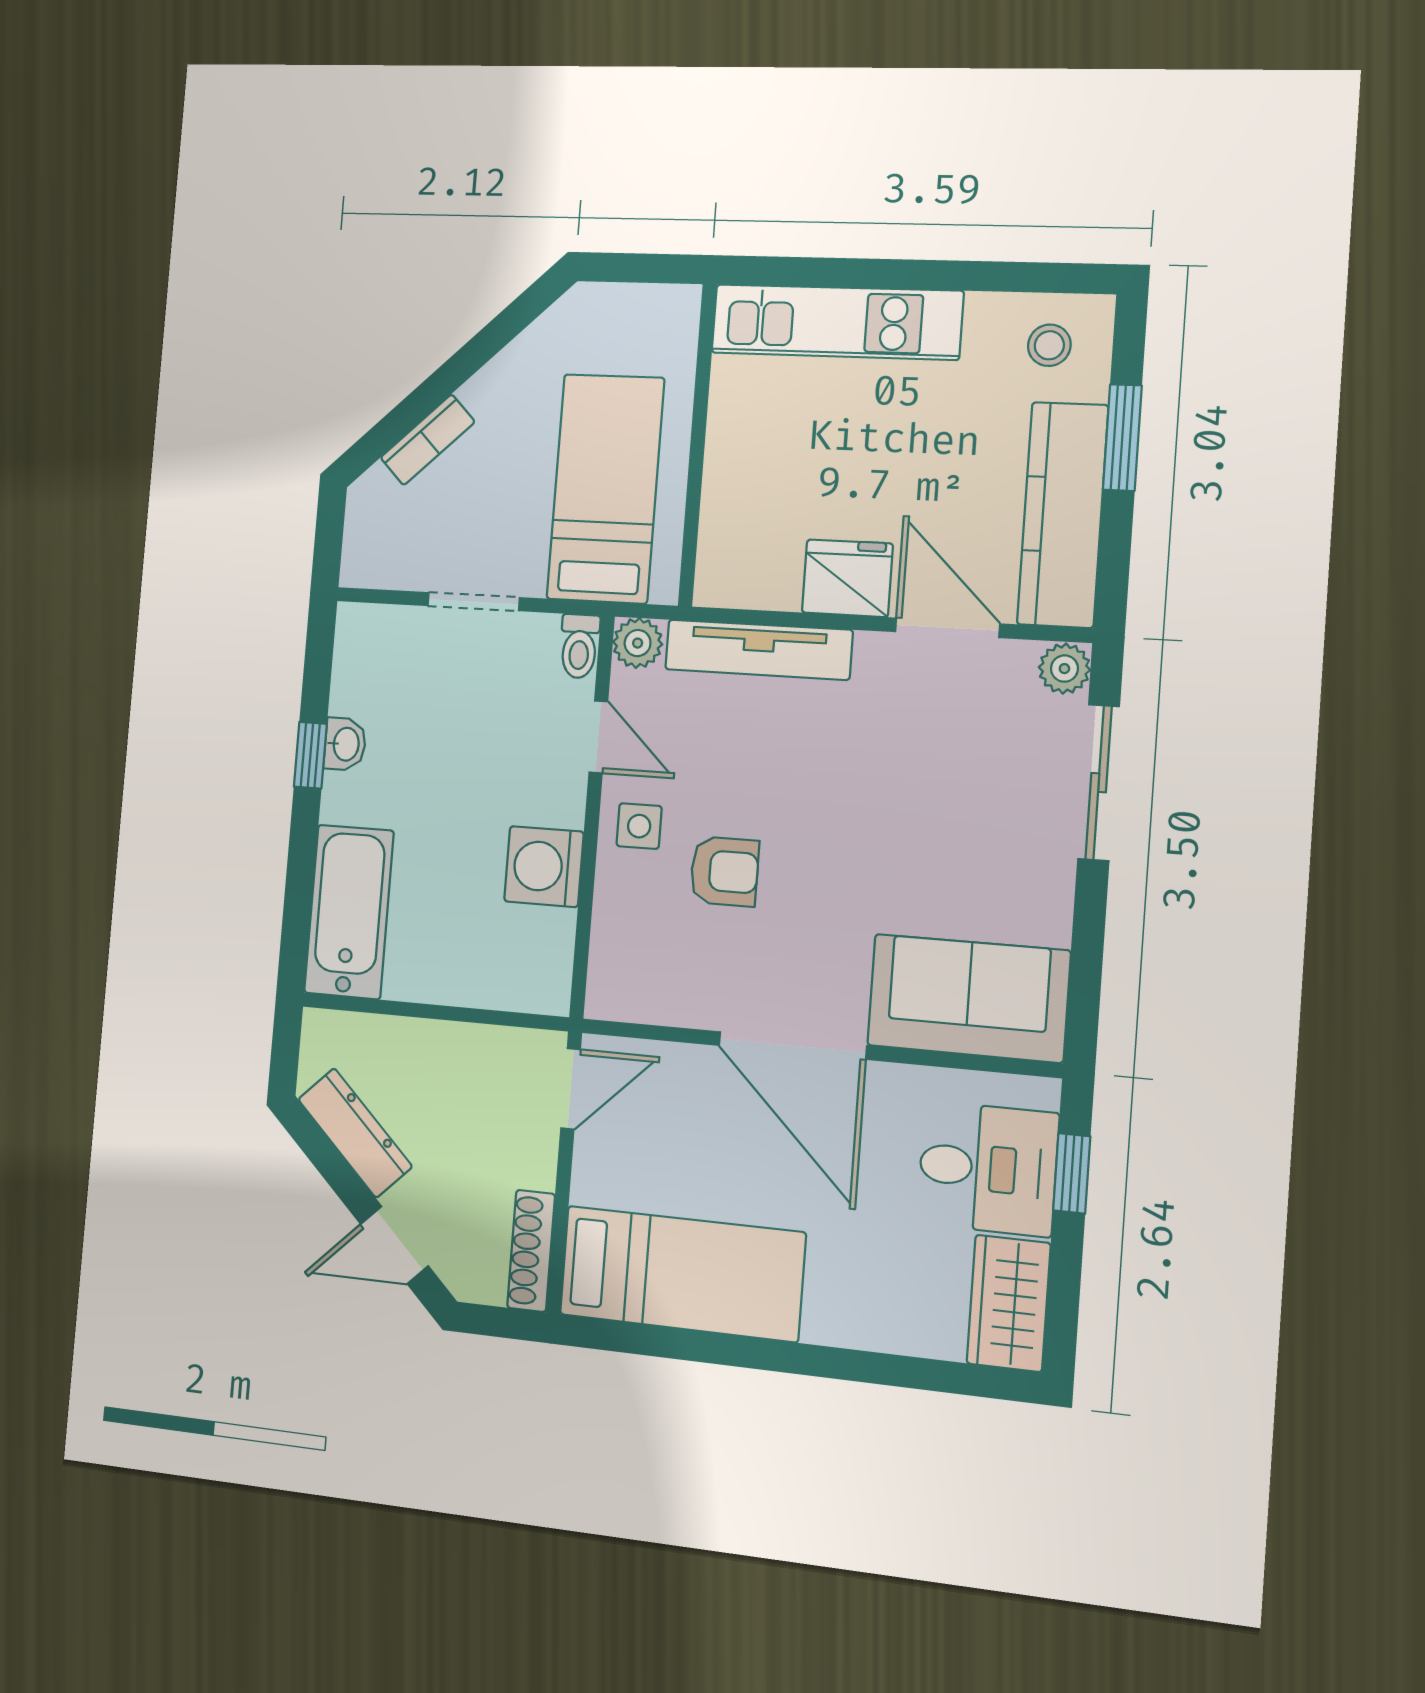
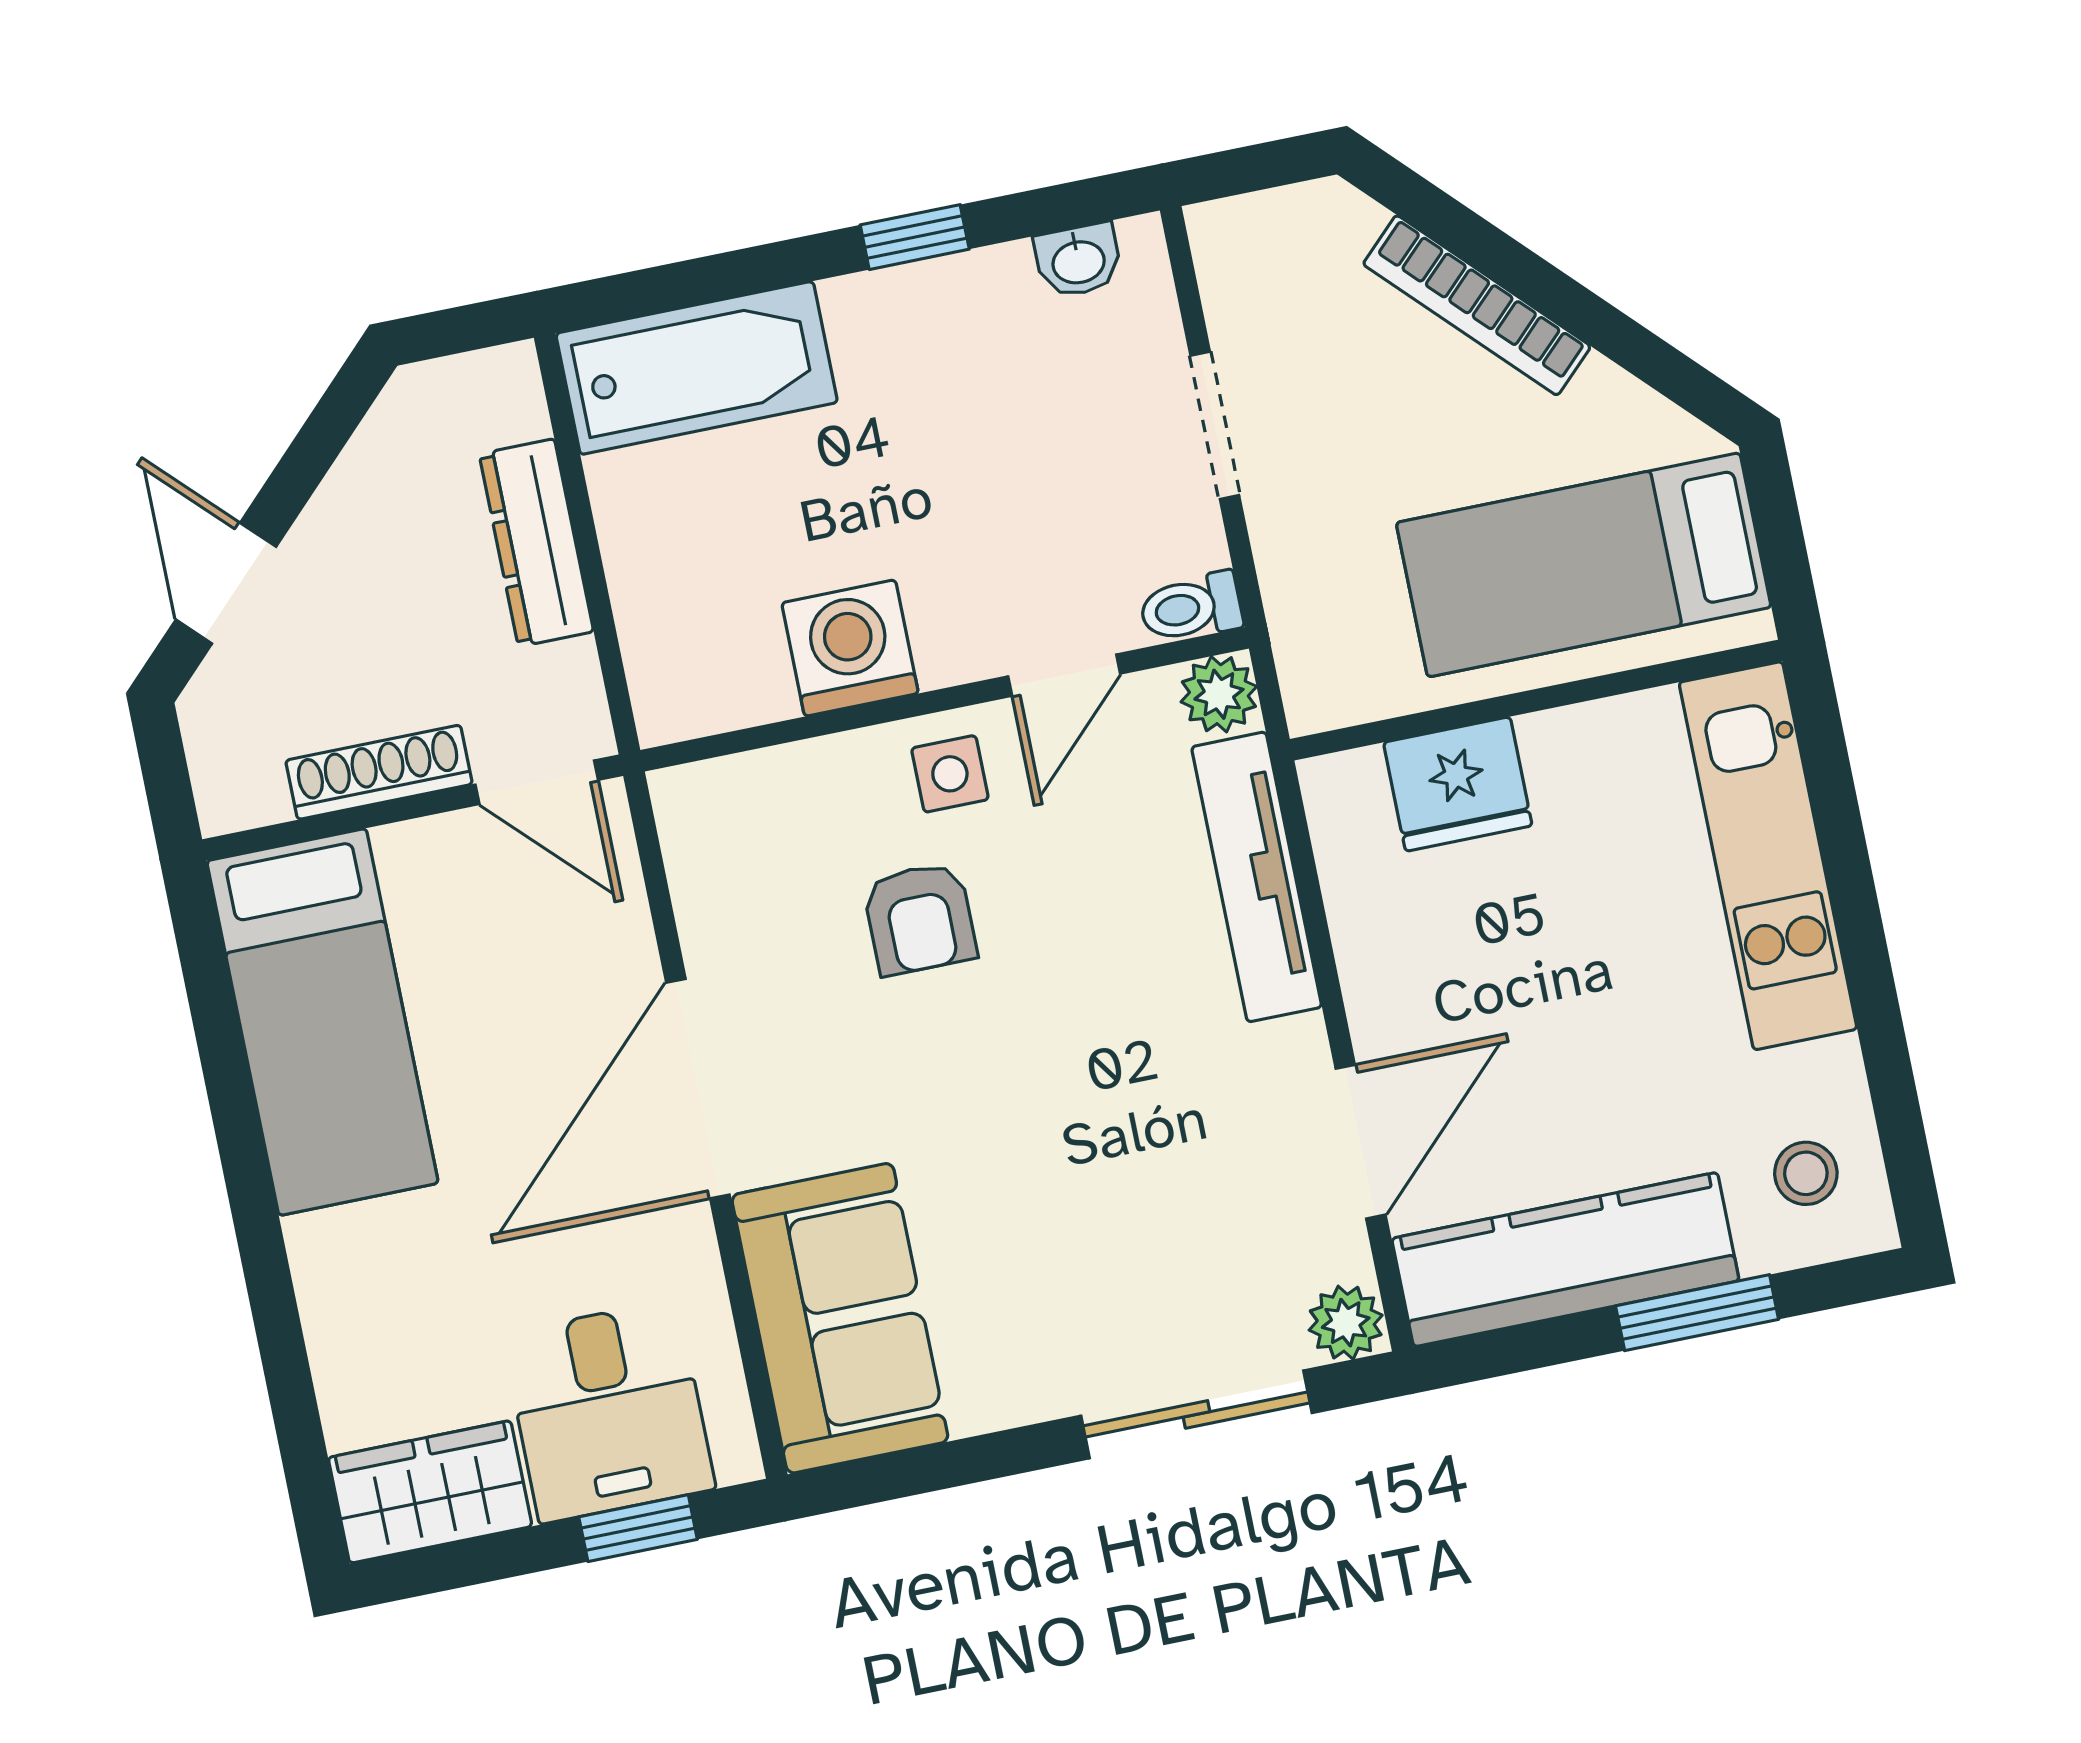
bookcase: (428, 440) -> (1477, 305), width x1.56
bed: (606, 488) -> (1584, 565), moved, turned 180
fridge: (847, 578) -> (1458, 784), moved, turned 90
washbasin: (345, 744) -> (1078, 260), moved
dresser: (355, 1133) -> (536, 543), moved, turned 135
shoe rack: (531, 1251) -> (379, 772), moved

